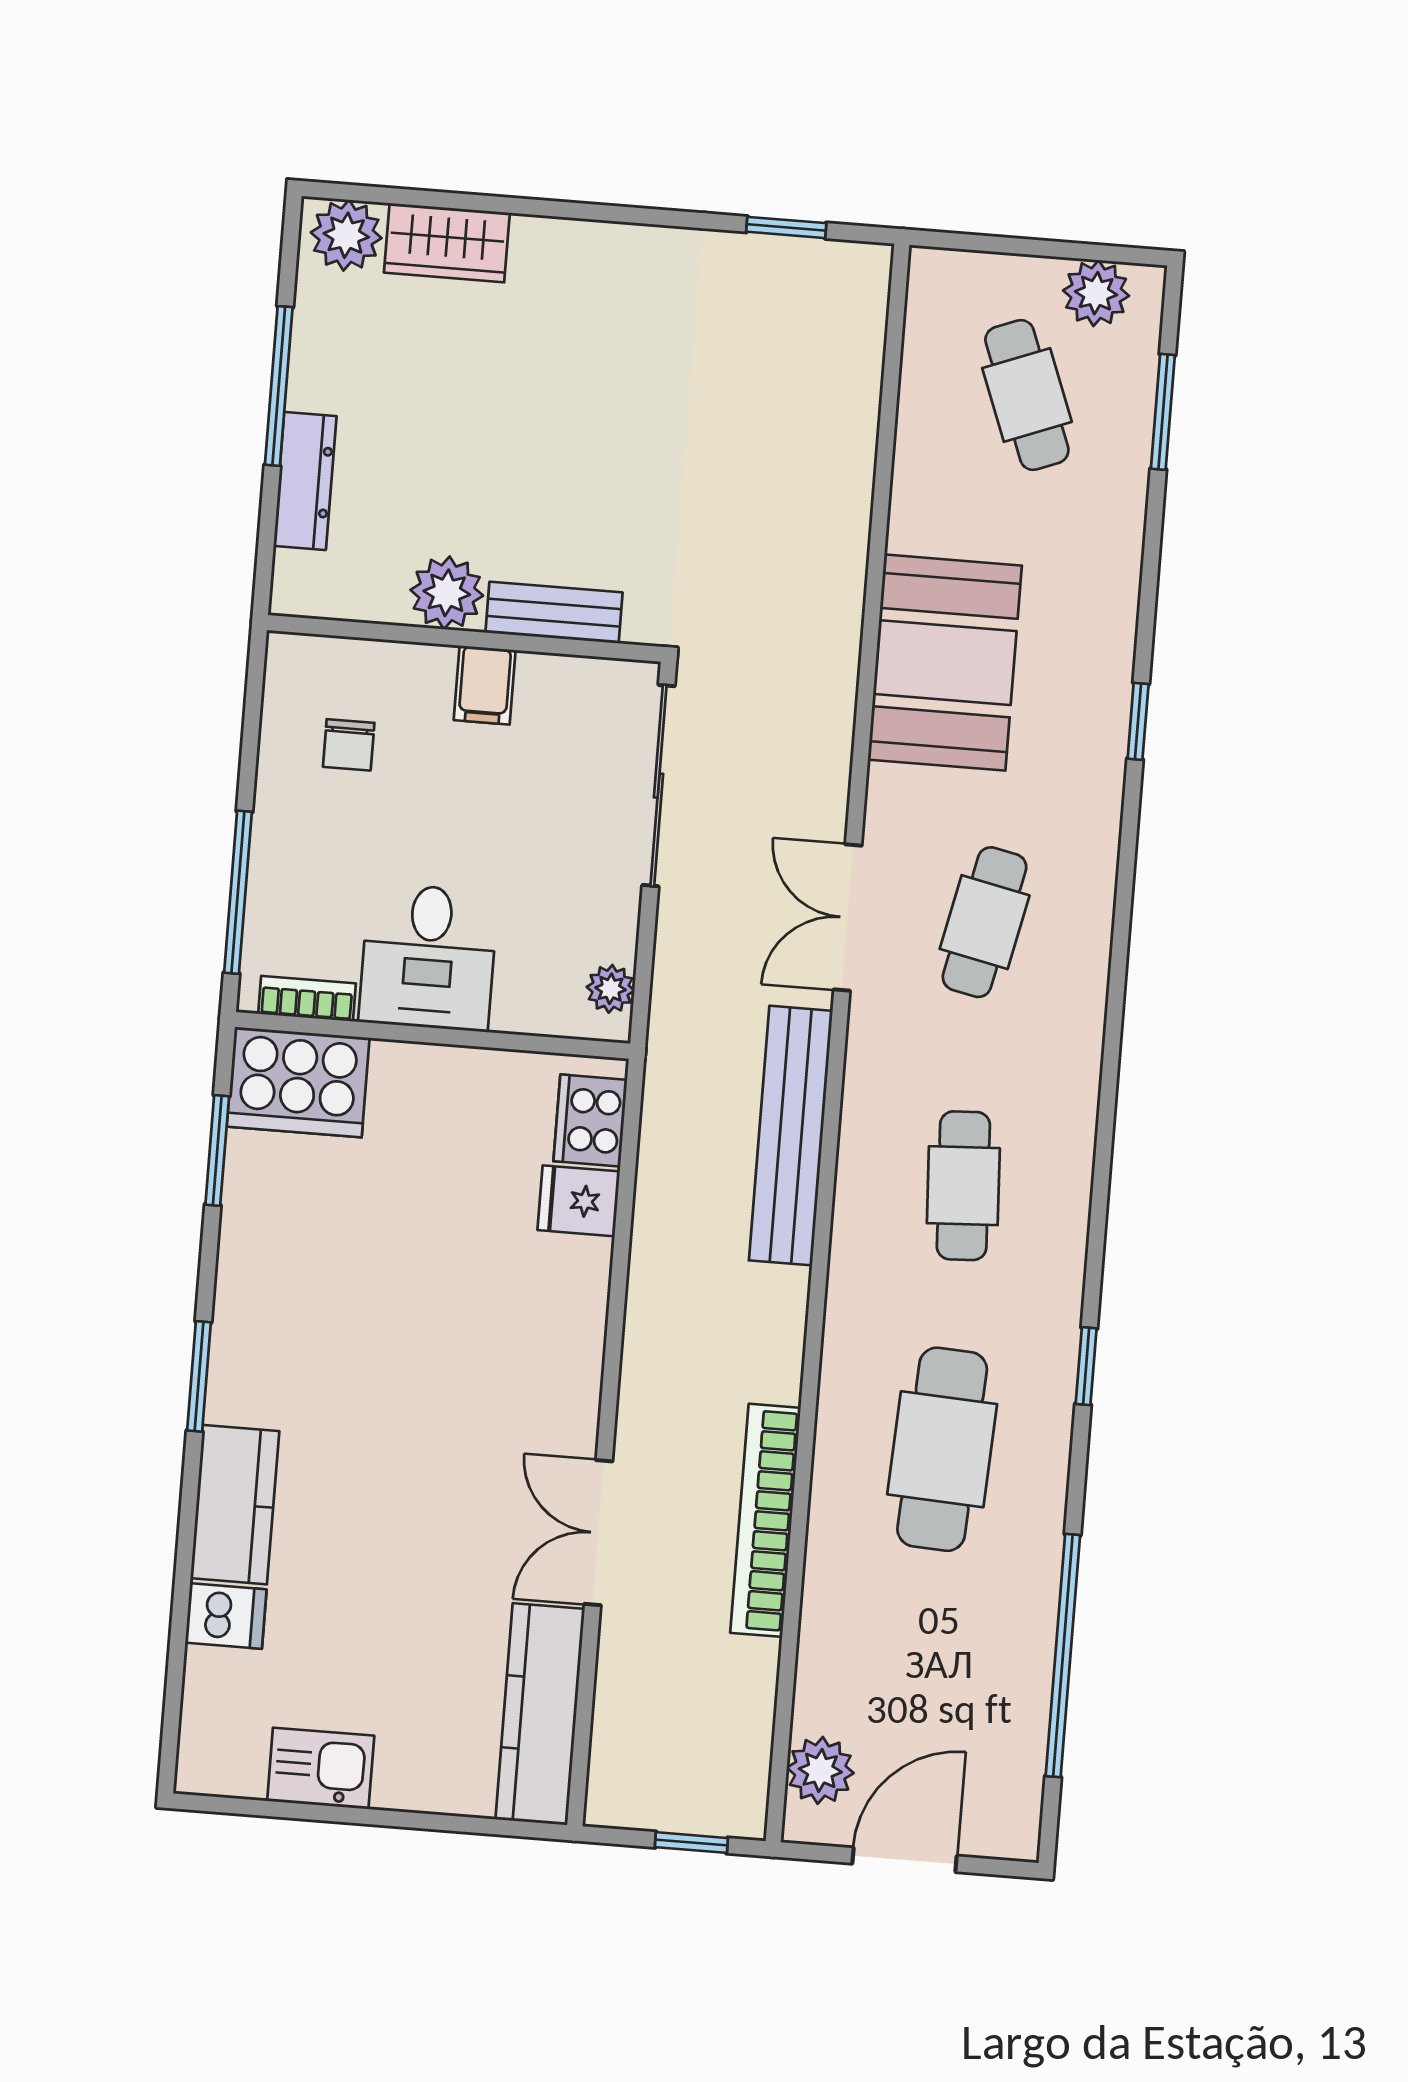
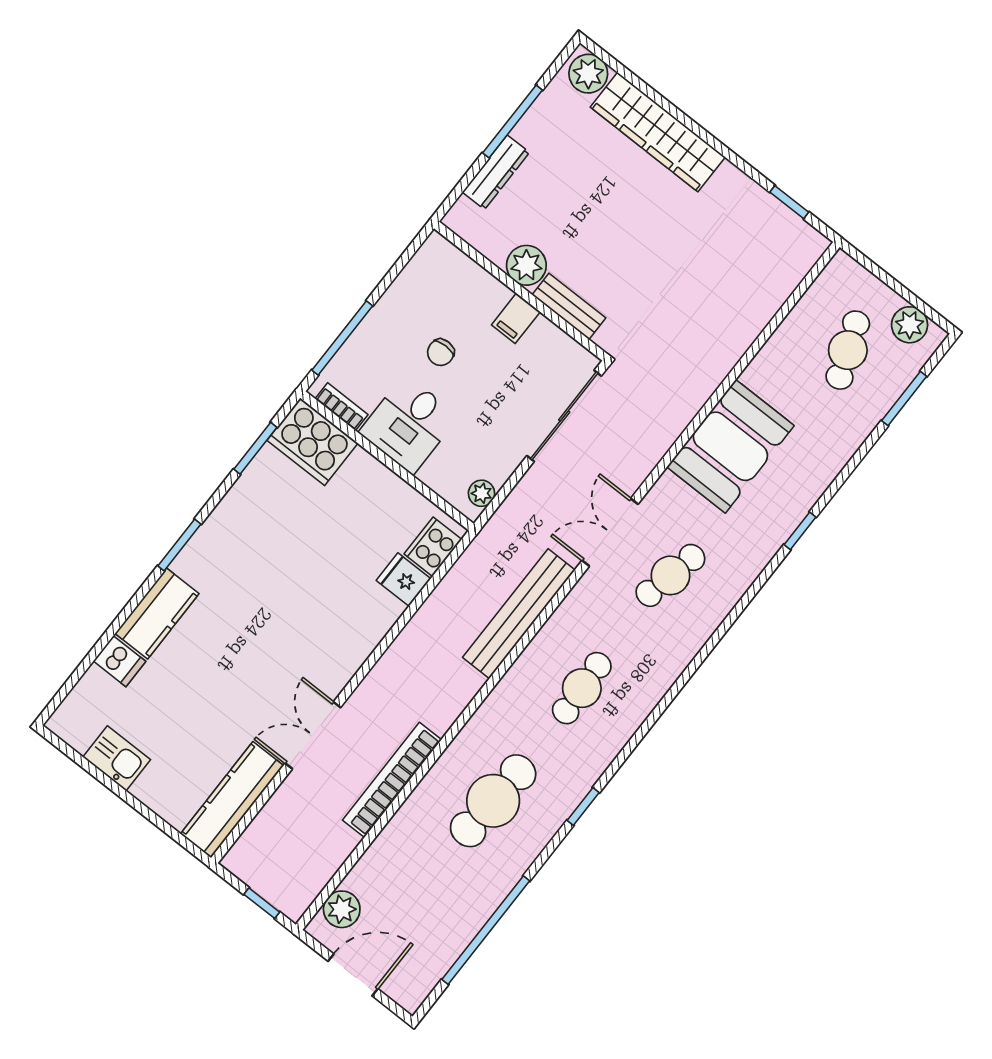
wardrobe: (447, 243) -> (658, 132), width x2.10, depth x1.17
chair: (349, 745) -> (441, 352), moved

